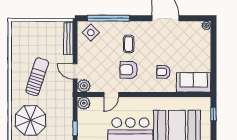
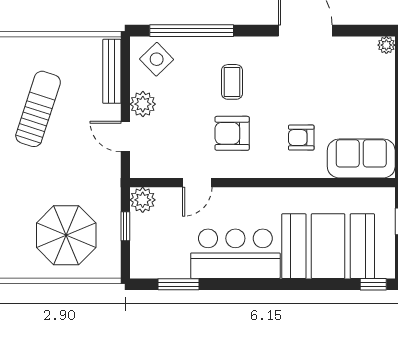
sun lounger: (37, 77) -> (38, 109), moved
plant: (84, 86) -> (143, 104), moved
parasol: (31, 120) -> (66, 235), moved
window: (75, 128) -> (125, 226), moved

